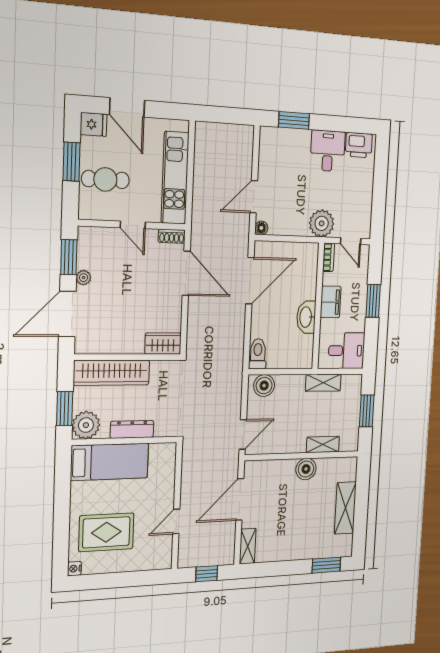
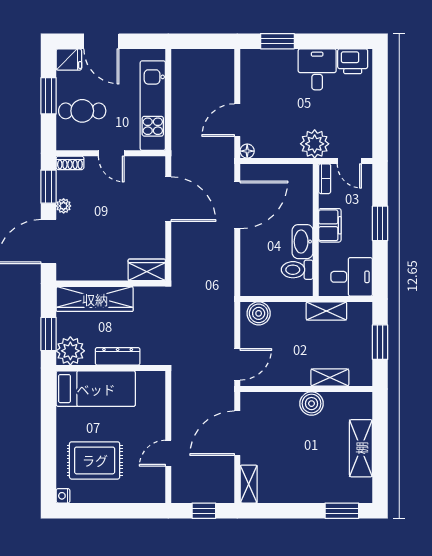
shoe rack: (172, 236) -> (70, 163), moved
toilet: (258, 354) -> (297, 270), moved, turned -90

